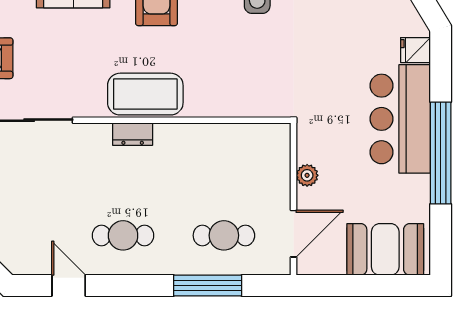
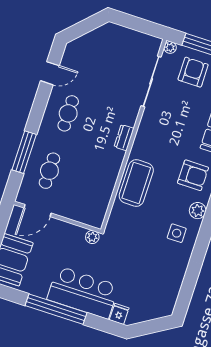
coffee table: (145, 94) -> (136, 183), moved
plant: (307, 175) -> (92, 237), moved
door: (293, 234) -> (38, 211), hinge flipped

